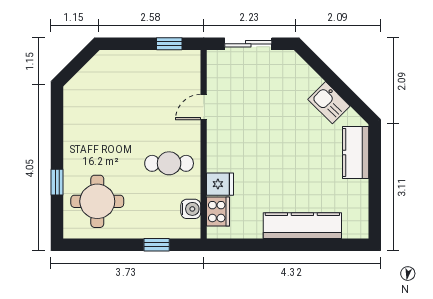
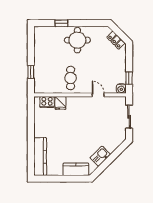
locker: (92, 71) -> (116, 40), added
round table: (97, 201) -> (77, 40), moved
water cooler: (191, 209) -> (121, 89), moved
kitchen counter: (302, 226) -> (40, 157), moved

